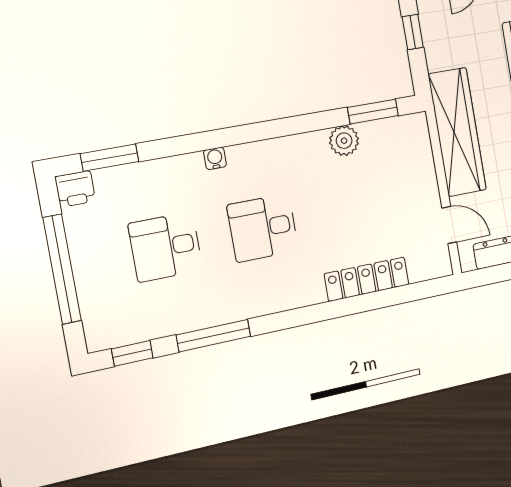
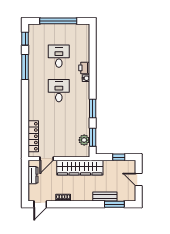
plant: (344, 141) -> (84, 140), moved
window: (109, 158) -> (93, 108), moved
printer: (75, 189) -> (84, 68), moved
locker: (367, 279) -> (33, 136), moved

